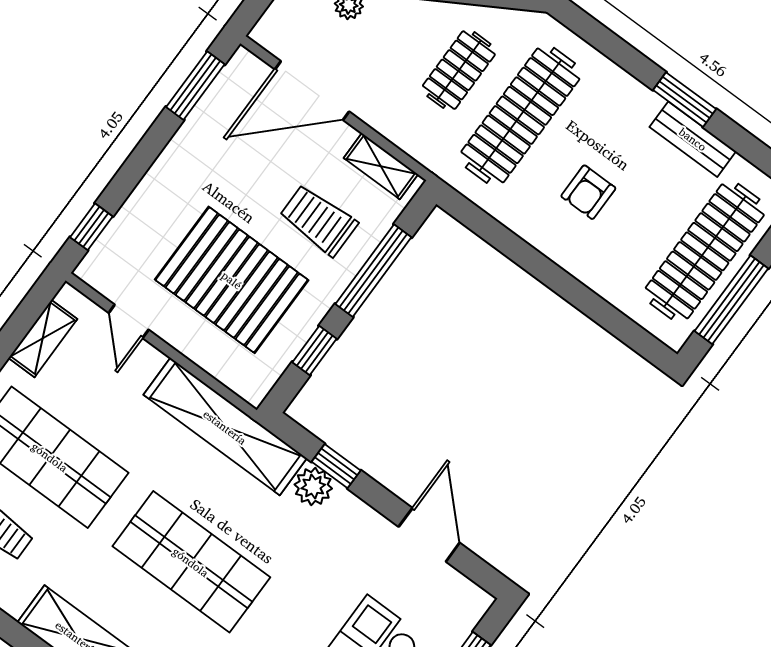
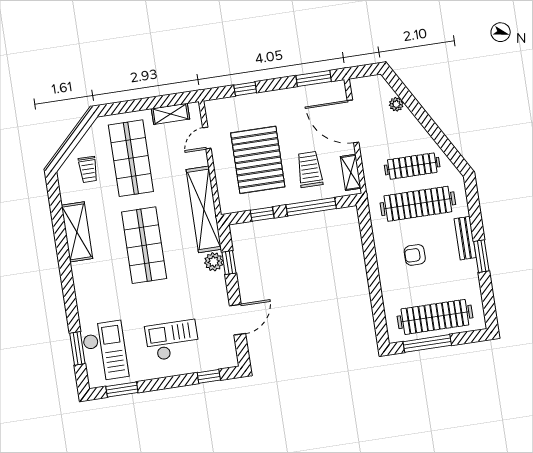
clothes rail: (459, 70) -> (412, 166), width x1.36
bench: (693, 139) -> (465, 238), moved
window: (91, 227) -> (245, 89), moved

